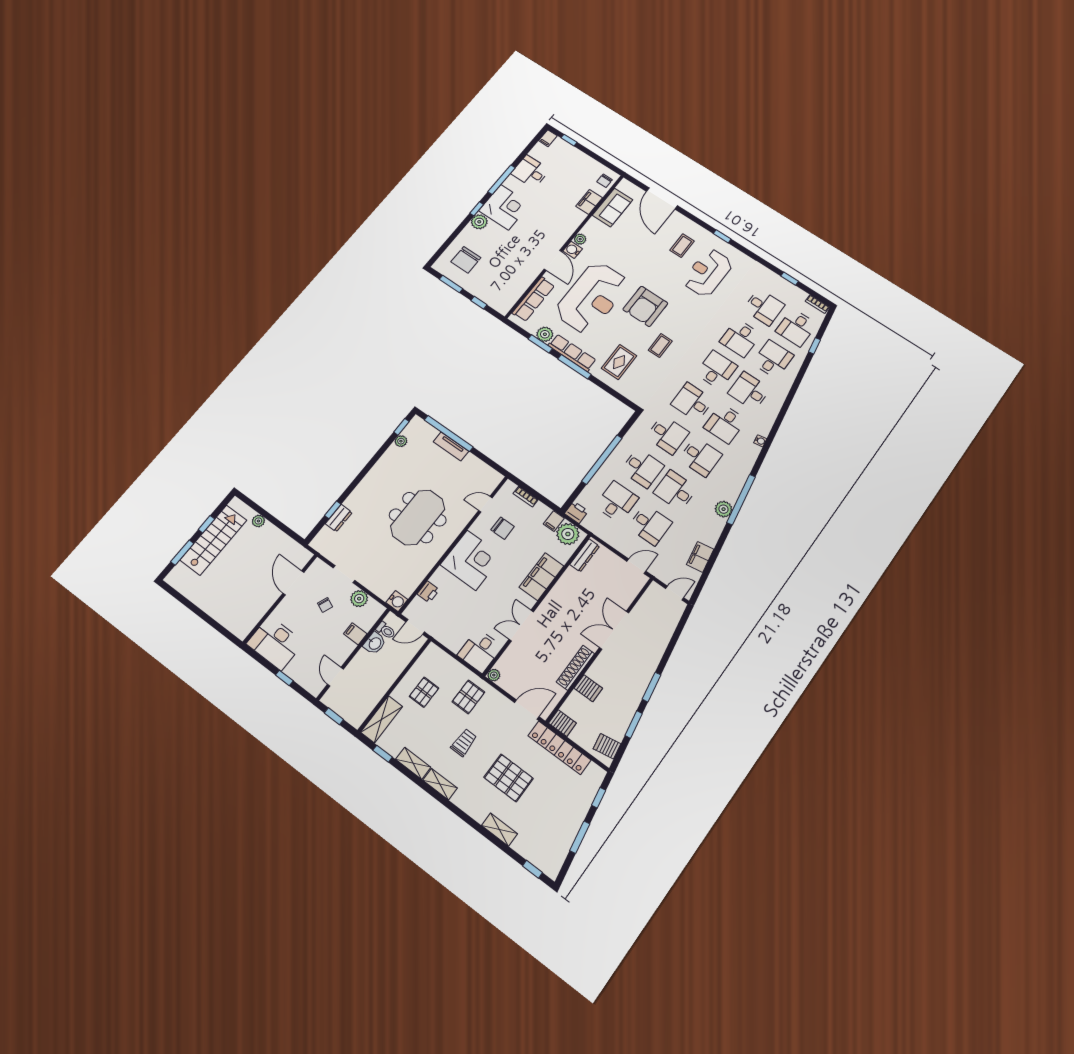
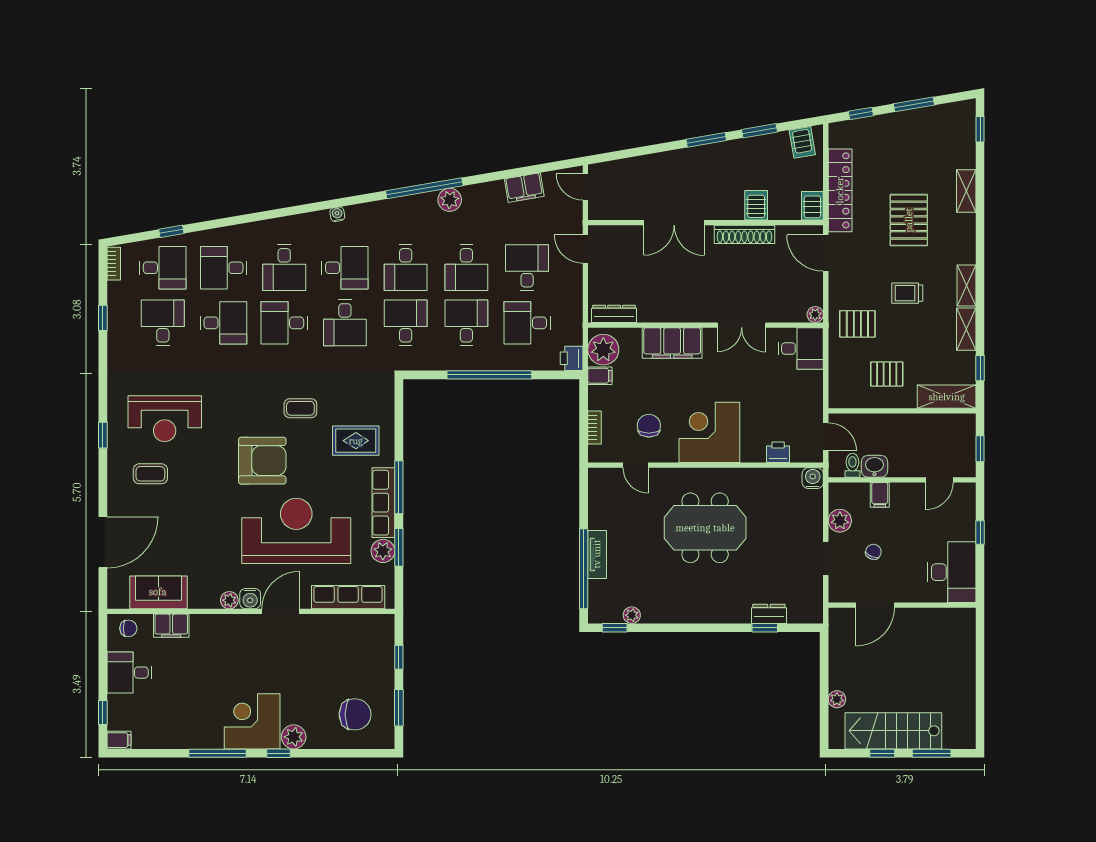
desk: (530, 172) -> (129, 673), moved, turned 90
desk: (700, 457) -> (406, 268), turned 180

